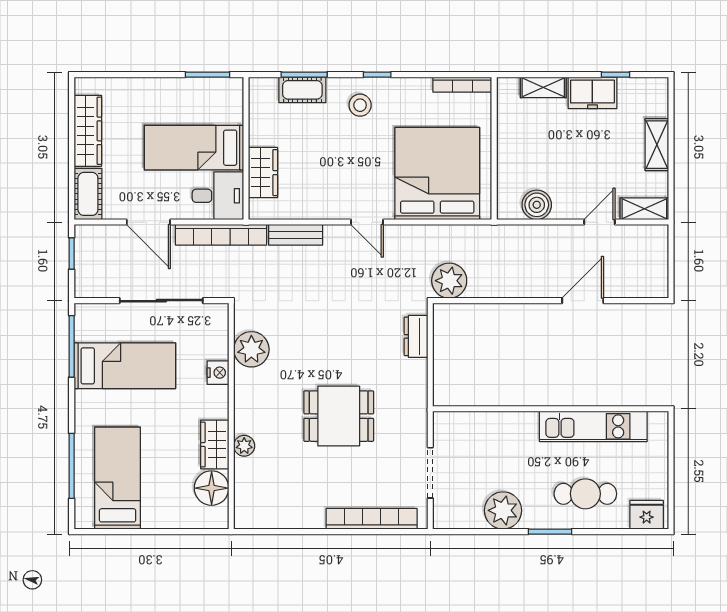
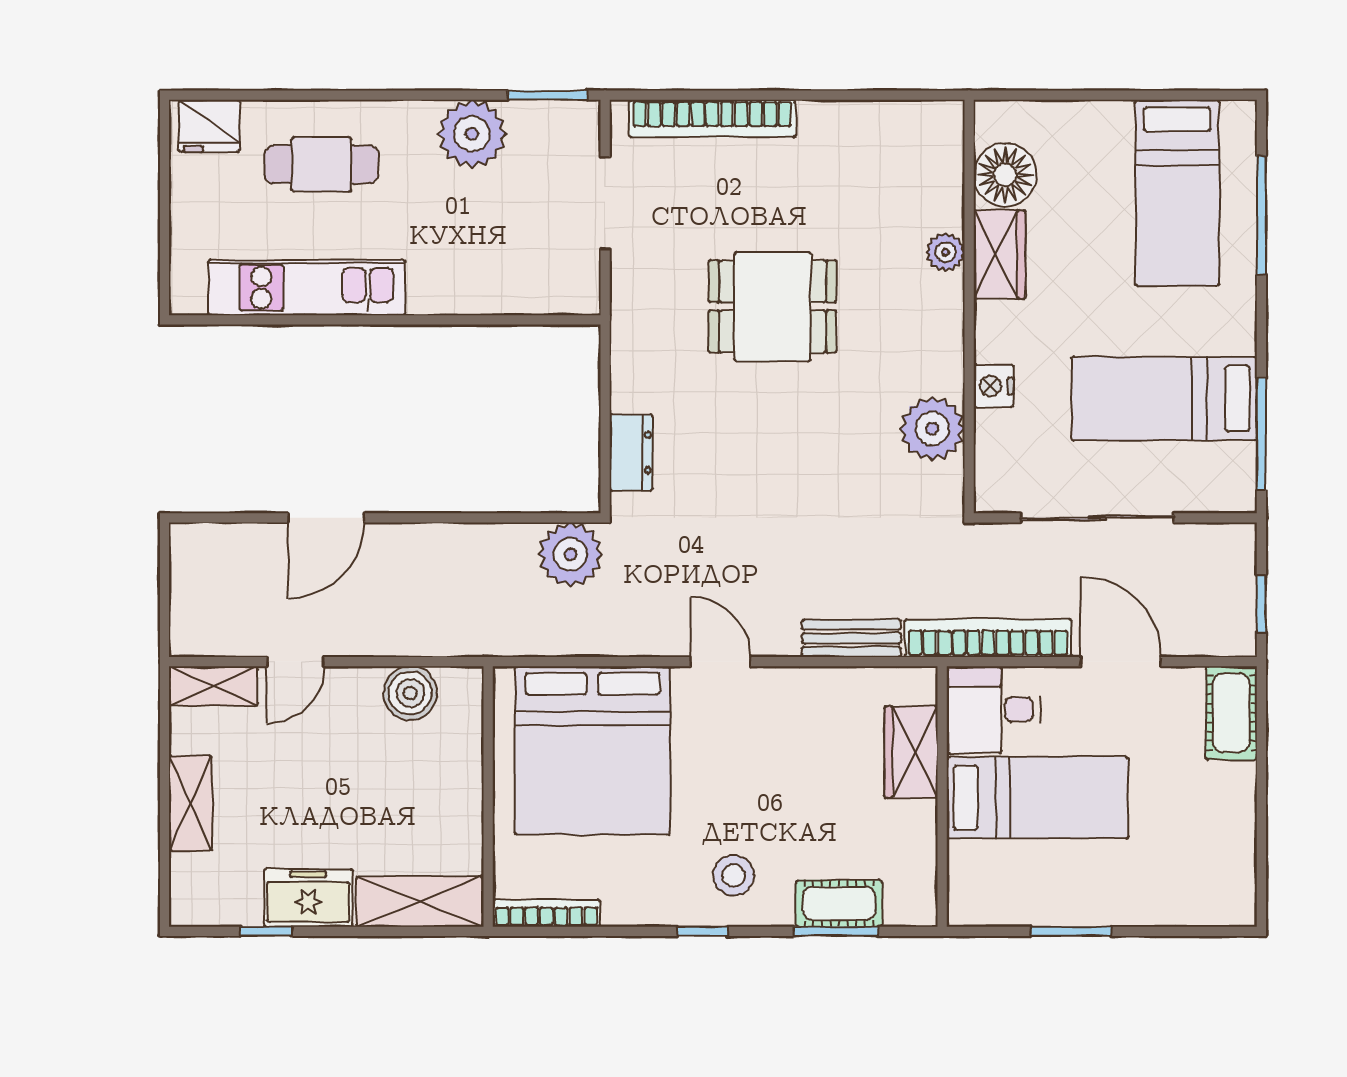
window: (208, 75) -> (1071, 931), moved
shelving: (543, 87) -> (419, 902), width x1.50, depth x1.33
wardrobe: (88, 131) -> (1232, 828), removed
window: (550, 532) -> (547, 95), moved

